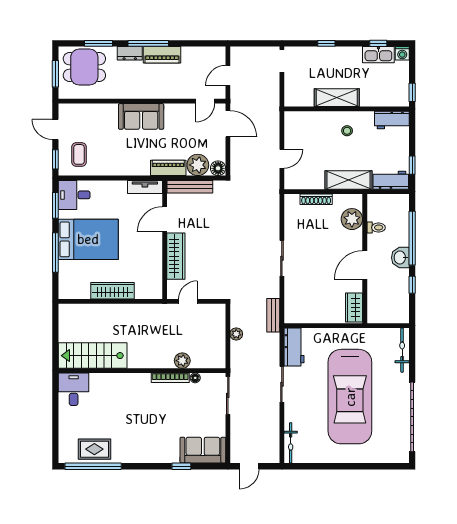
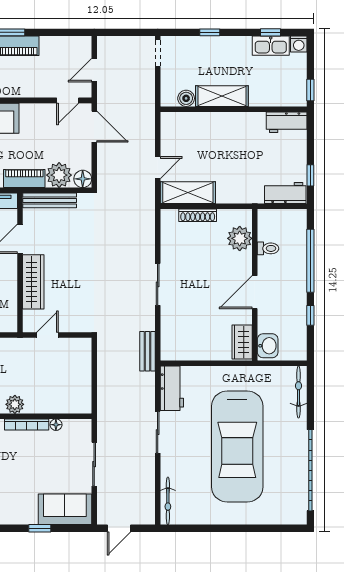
boiler: (306, 99) -> (186, 98), added
stool: (347, 131) -> (234, 135), removed
shelving: (349, 180) -> (188, 193), moved
washbasin: (400, 258) -> (268, 346), moved, turned 180
plant: (236, 334) -> (104, 373), removed
plant: (182, 361) -> (15, 404), moved
sliding door: (228, 395) -> (94, 464), moved

